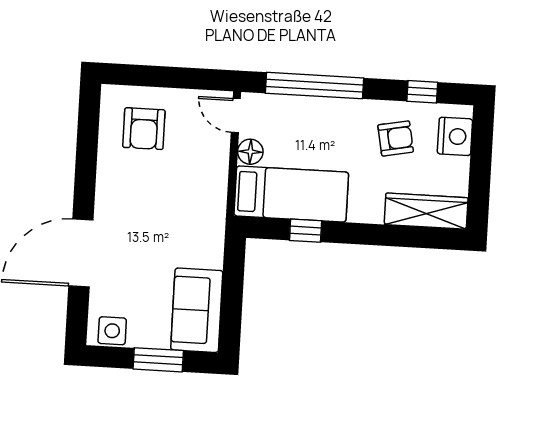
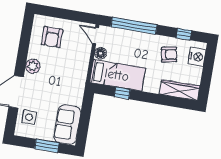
plant: (110, 195) -> (33, 66), added
side table: (112, 331) -> (29, 117), moved

